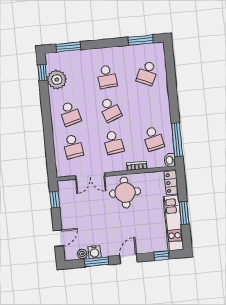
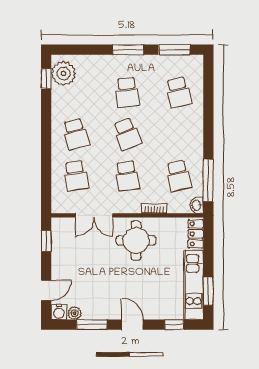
window: (68, 47) -> (128, 50), moved
school desk: (147, 73) -> (179, 92), turned -36
plant: (57, 80) -> (64, 74), moved
window: (184, 213) -> (208, 291), moved
water cooler: (94, 252) -> (59, 312), moved
door: (128, 259) -> (132, 325), hinge flipped

